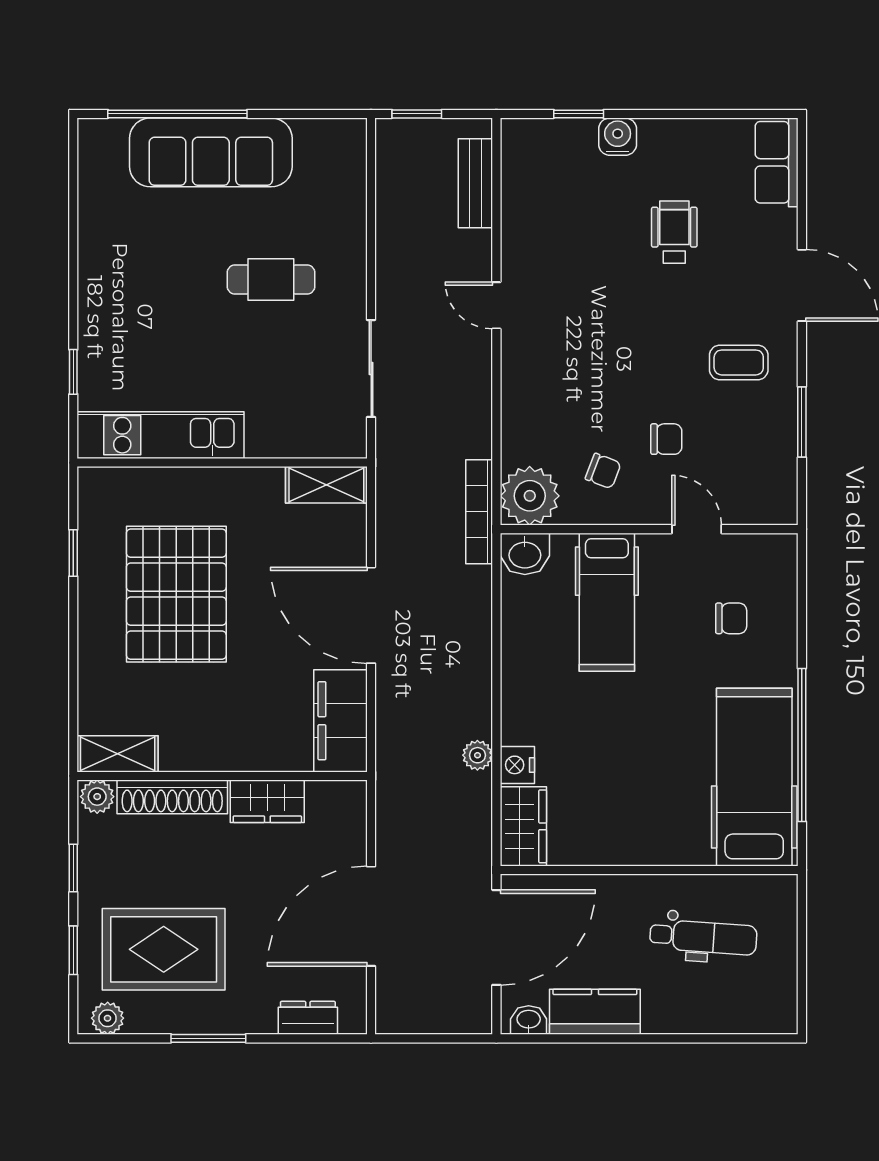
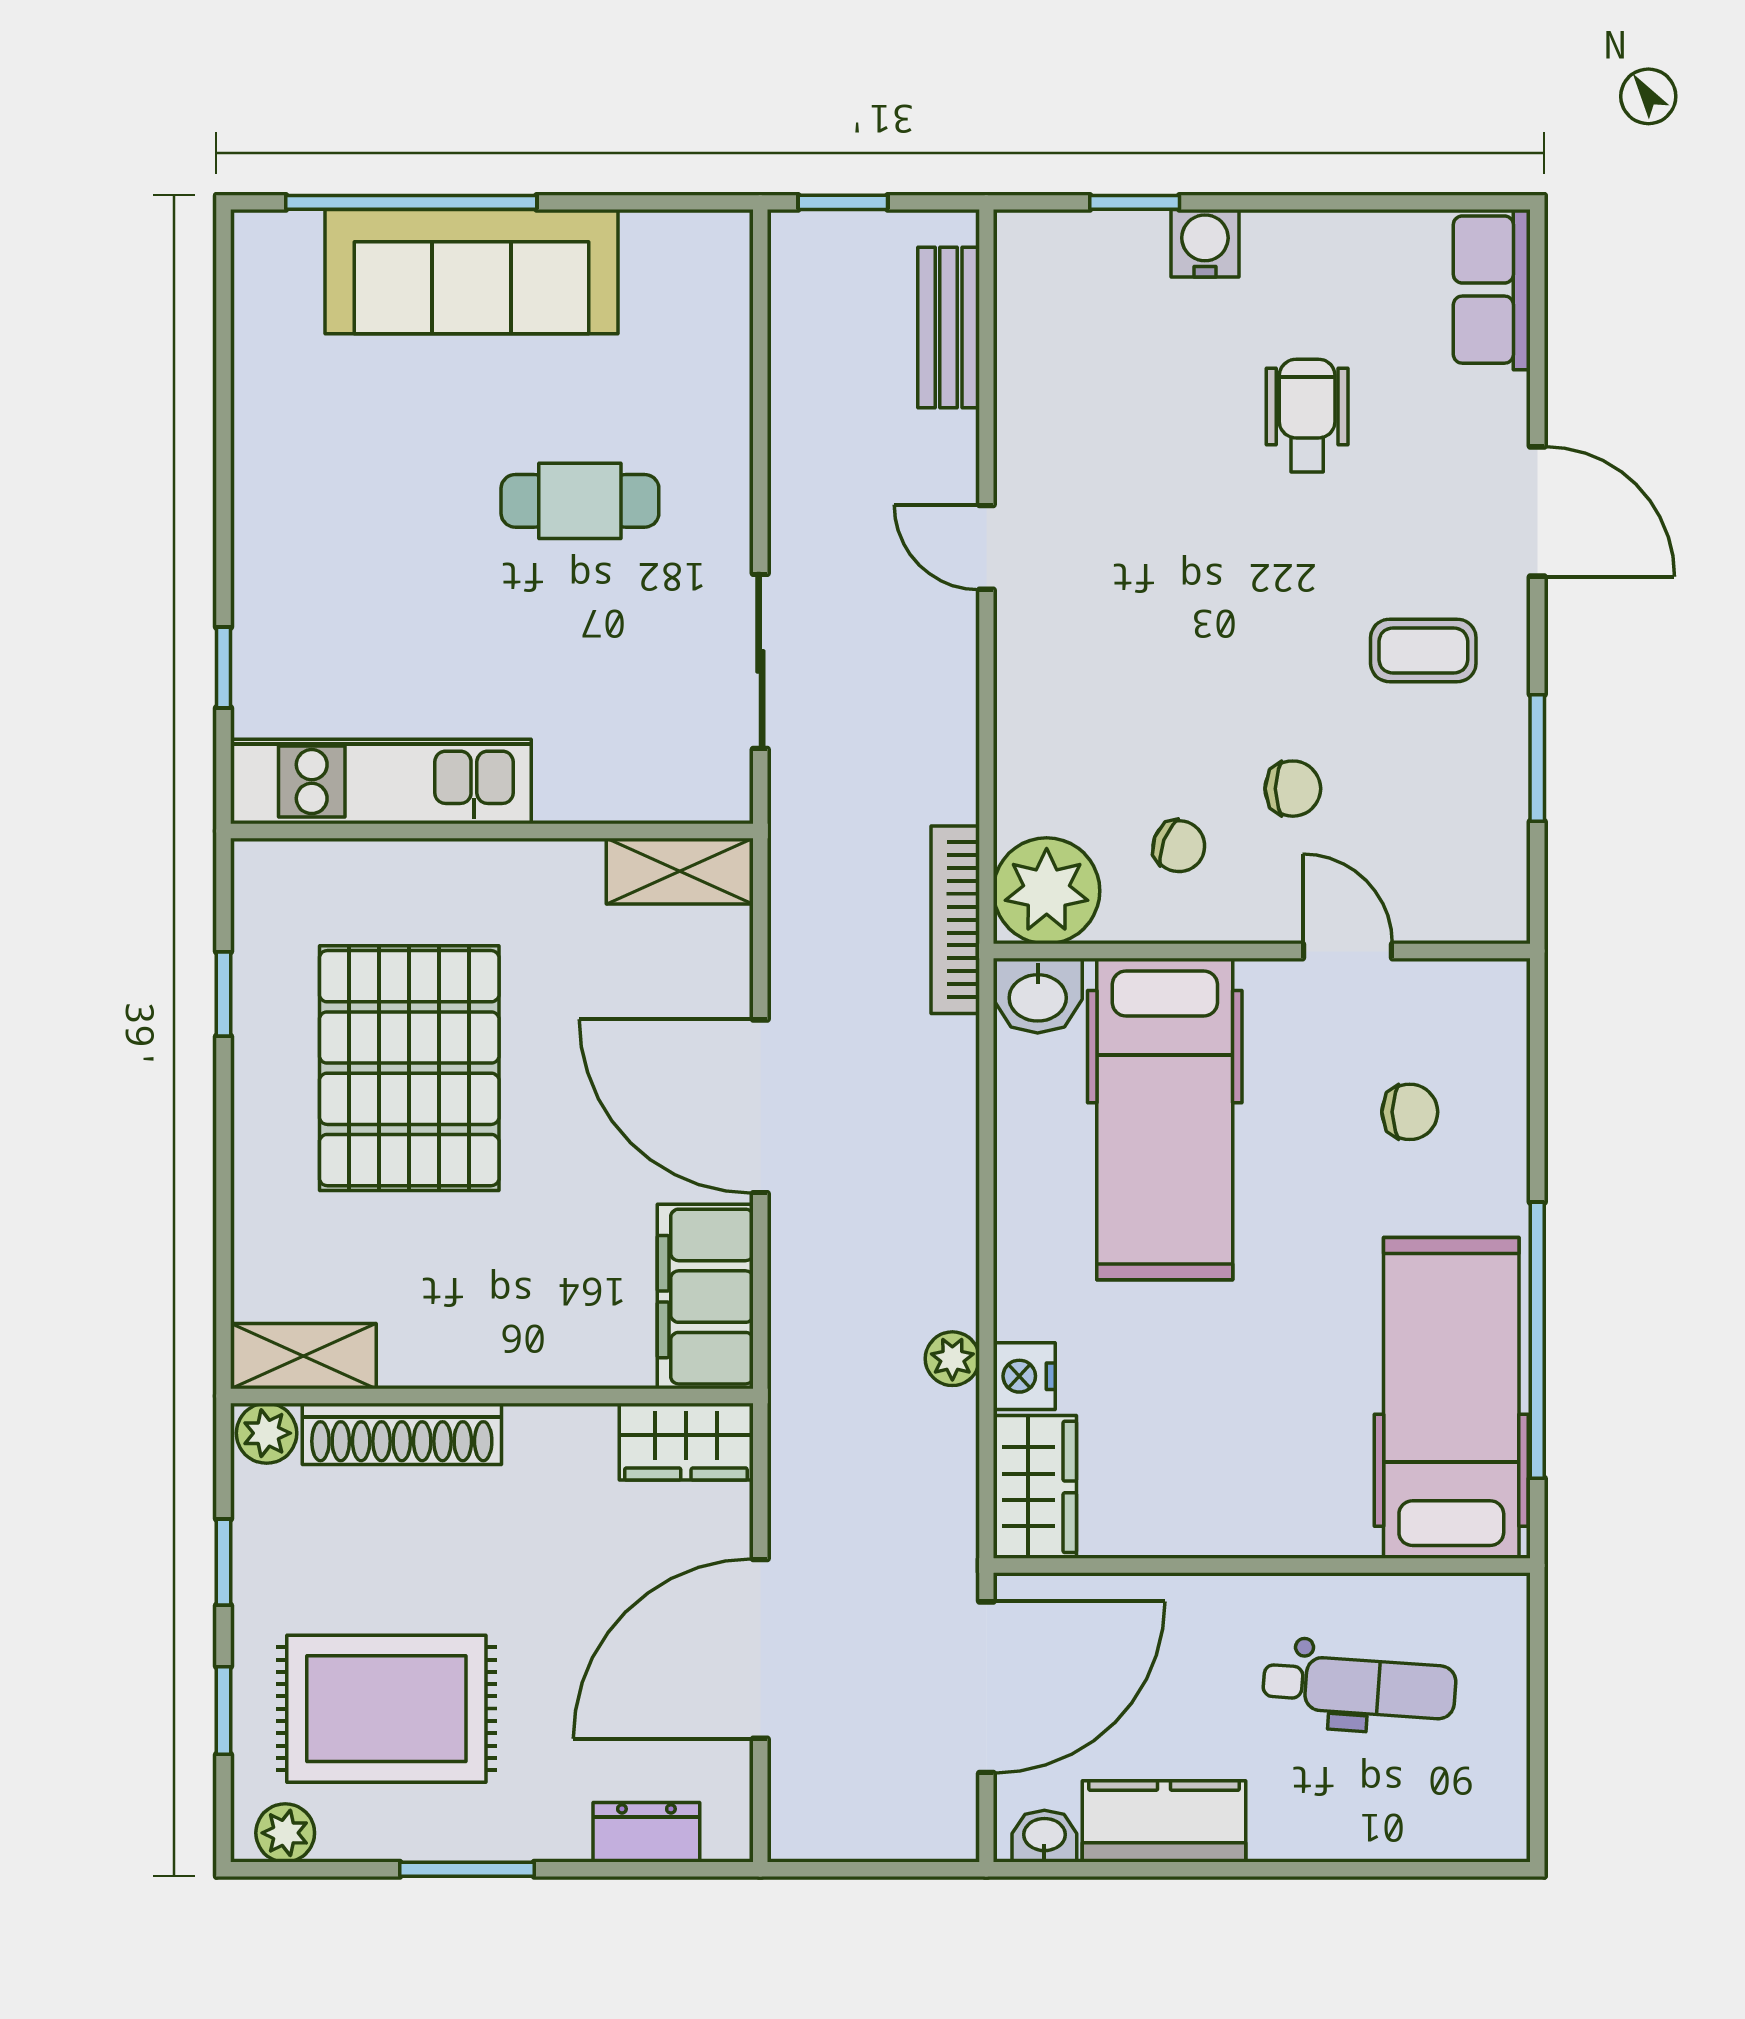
hospital bed: (607, 602) -> (1165, 1119), width x1.37, depth x1.29
wardrobe: (267, 801) -> (686, 1442), moved

